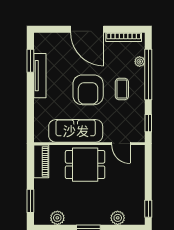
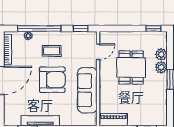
dining table: (85, 165) -> (131, 67), moved
plant: (57, 218) -> (161, 67), moved

